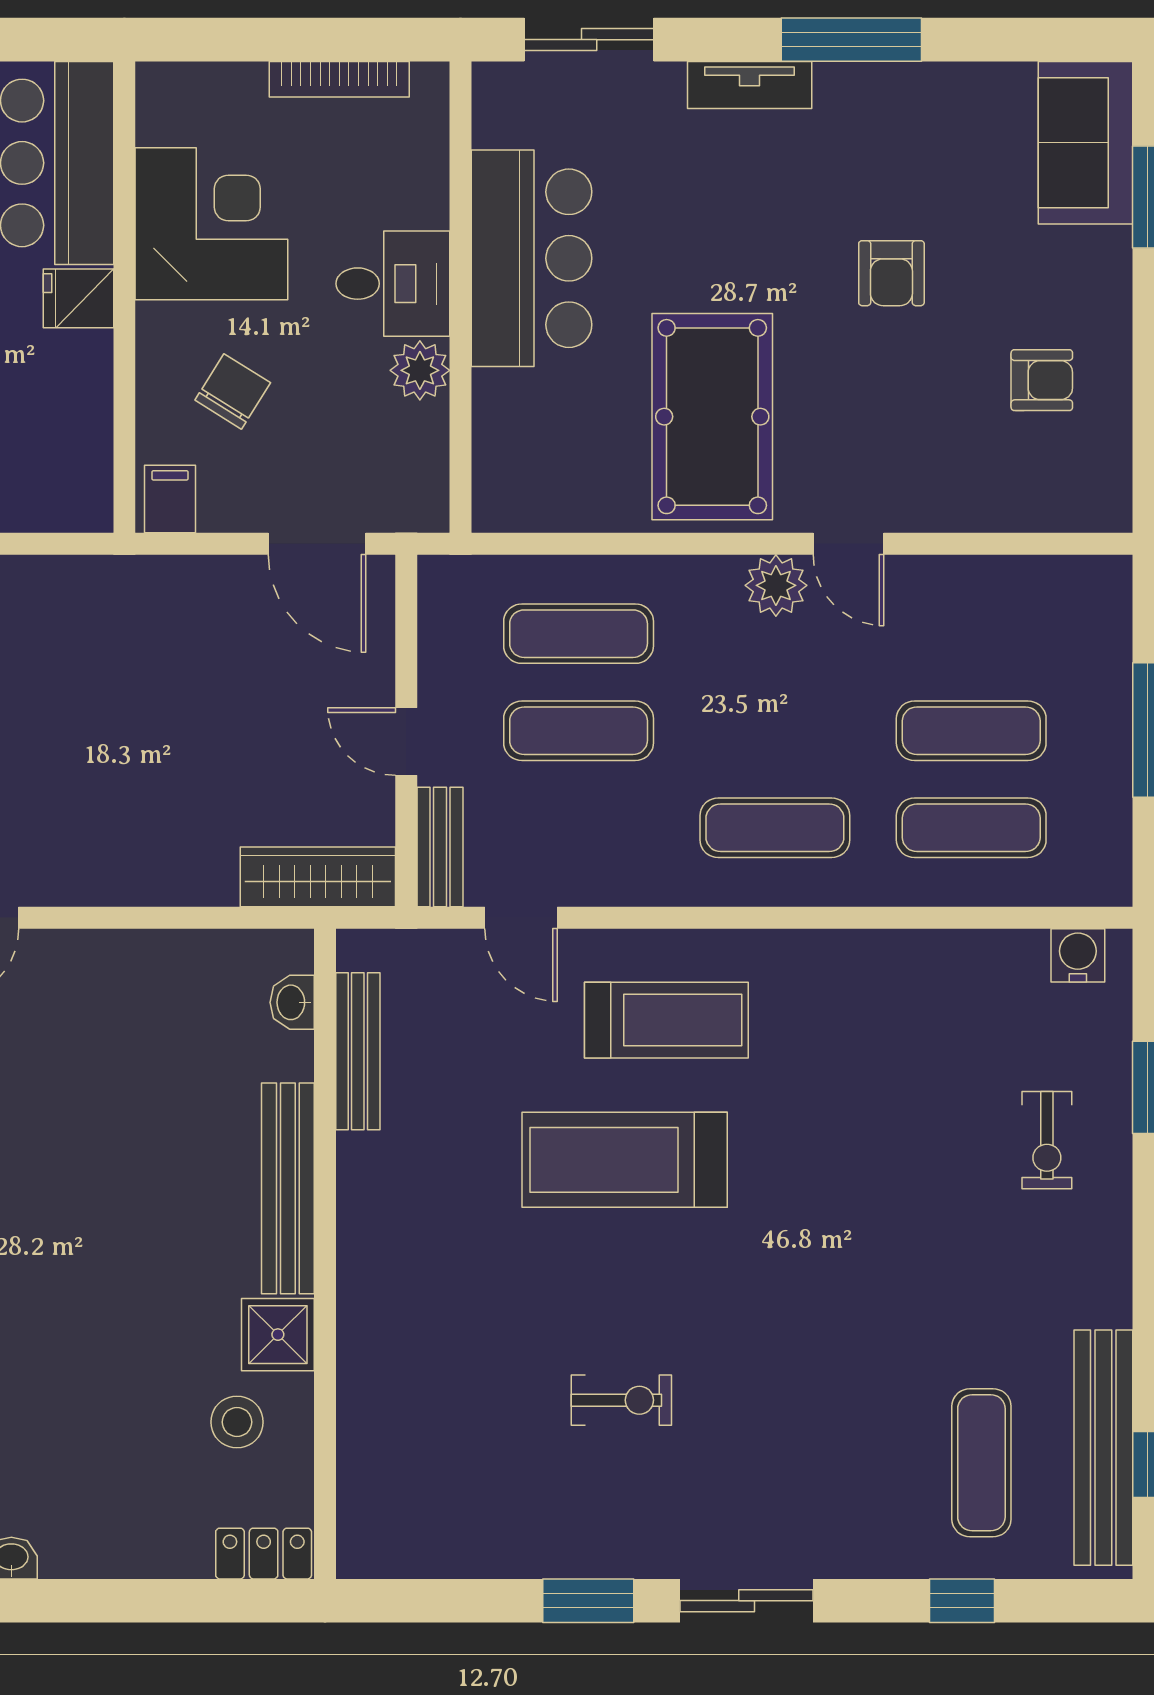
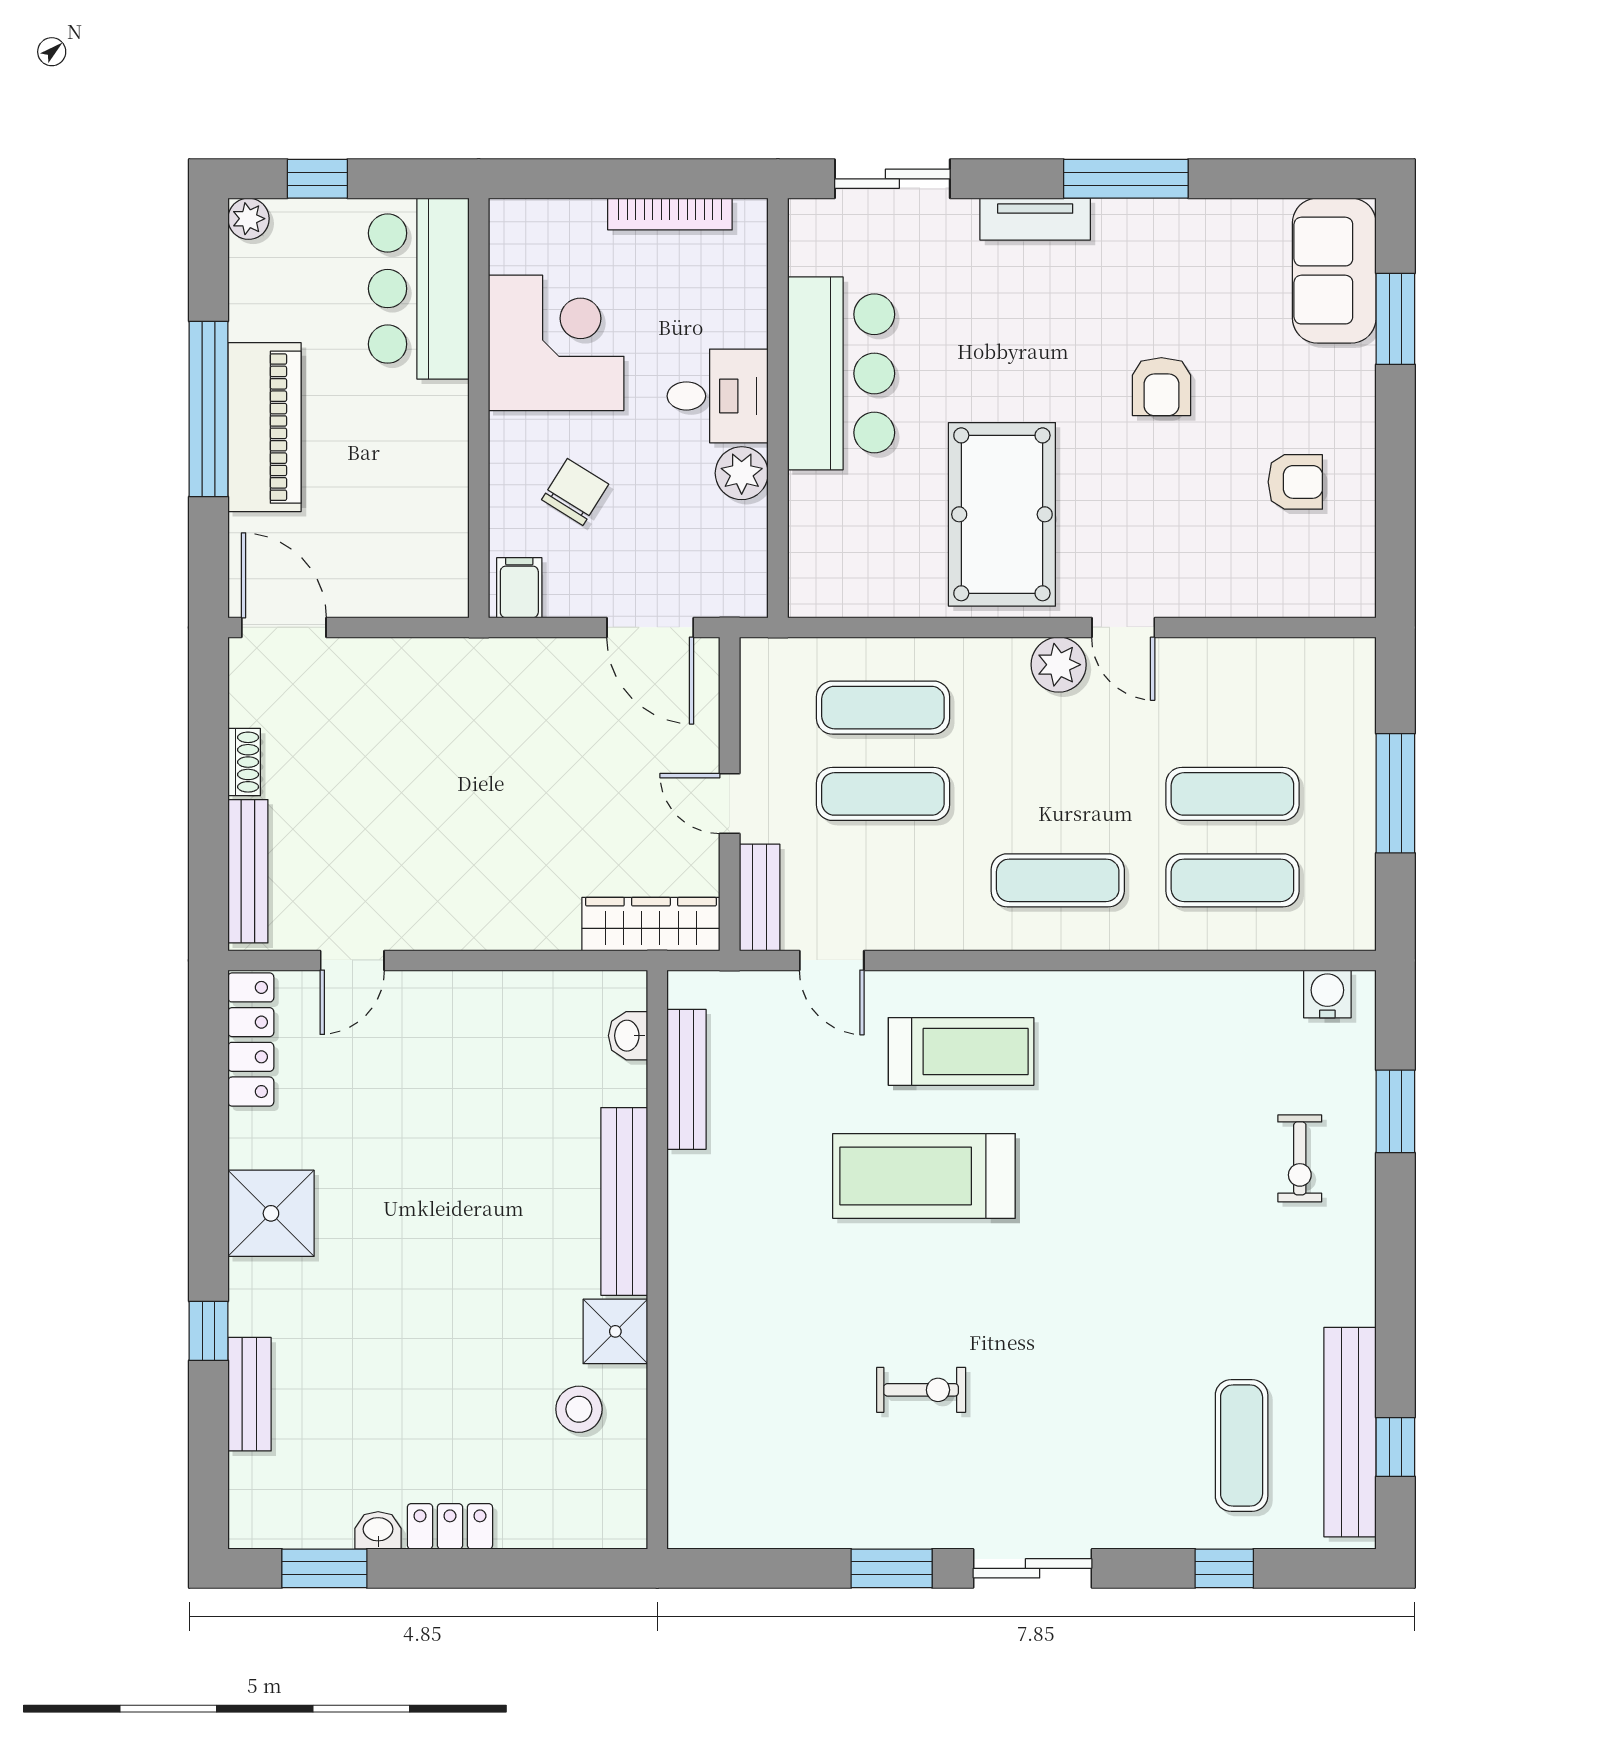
fridge: (78, 298) -> (438, 409), removed
locker: (264, 1554) -> (450, 1526), moved

